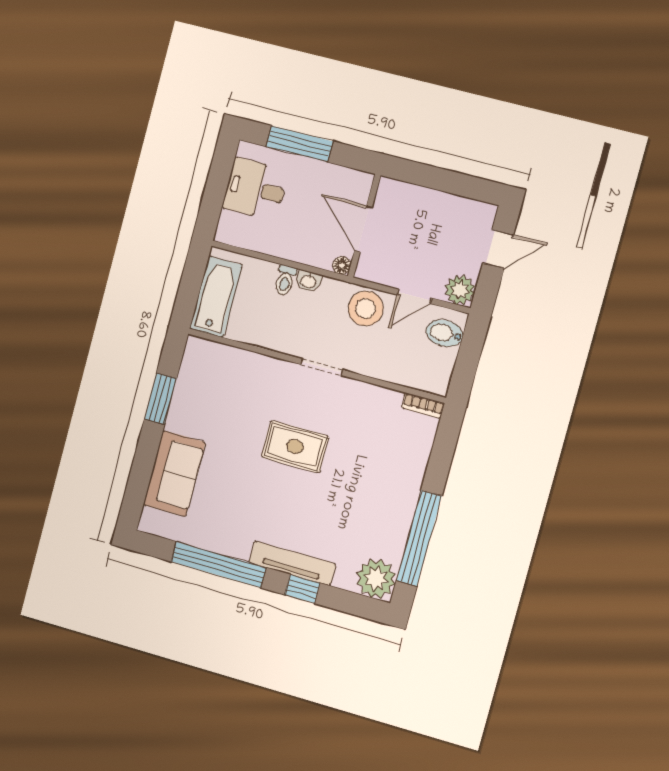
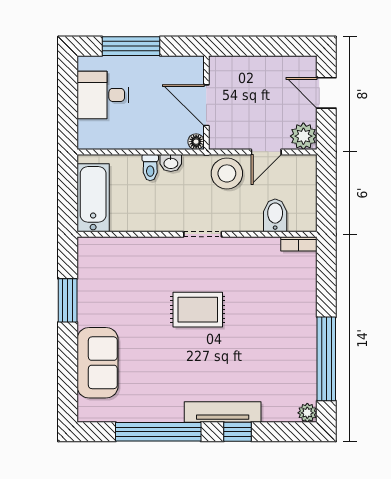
door: (498, 249) -> (326, 93), swing flipped
bidet: (445, 333) -> (275, 215), moved, turned 90
plant: (376, 579) -> (307, 413), width x0.53, depth x0.53

